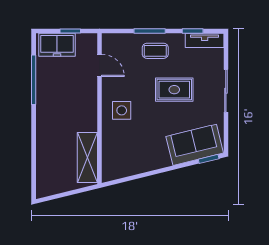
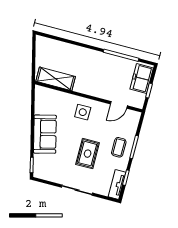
sofa: (195, 145) -> (45, 134), moved

